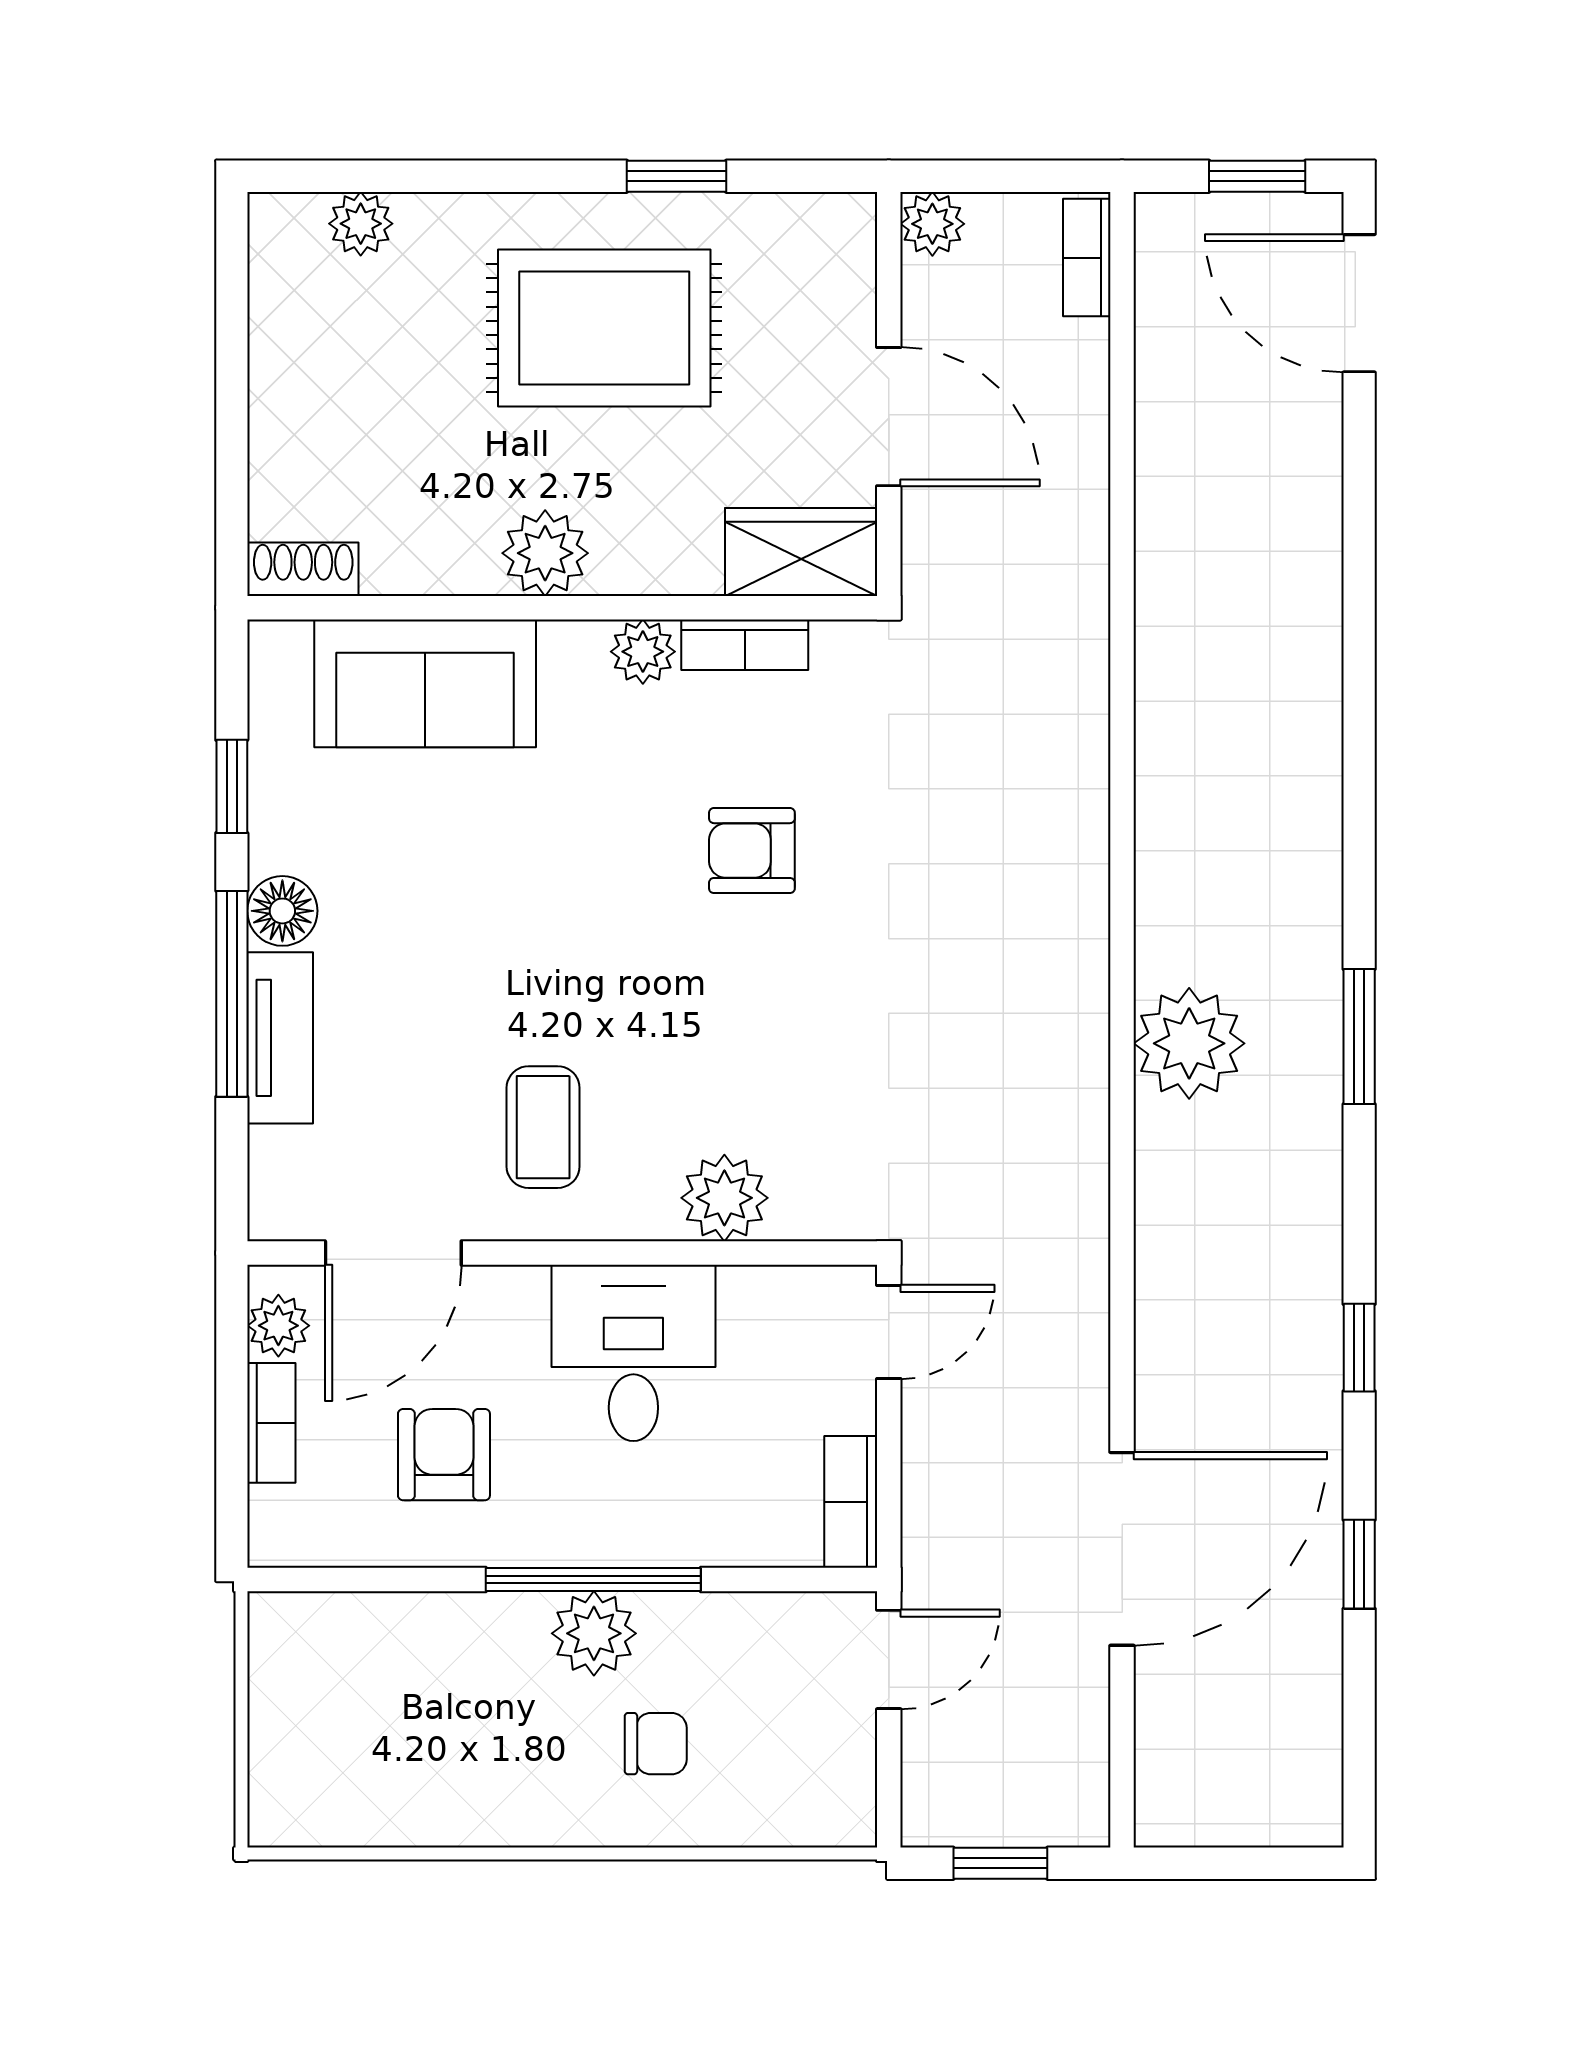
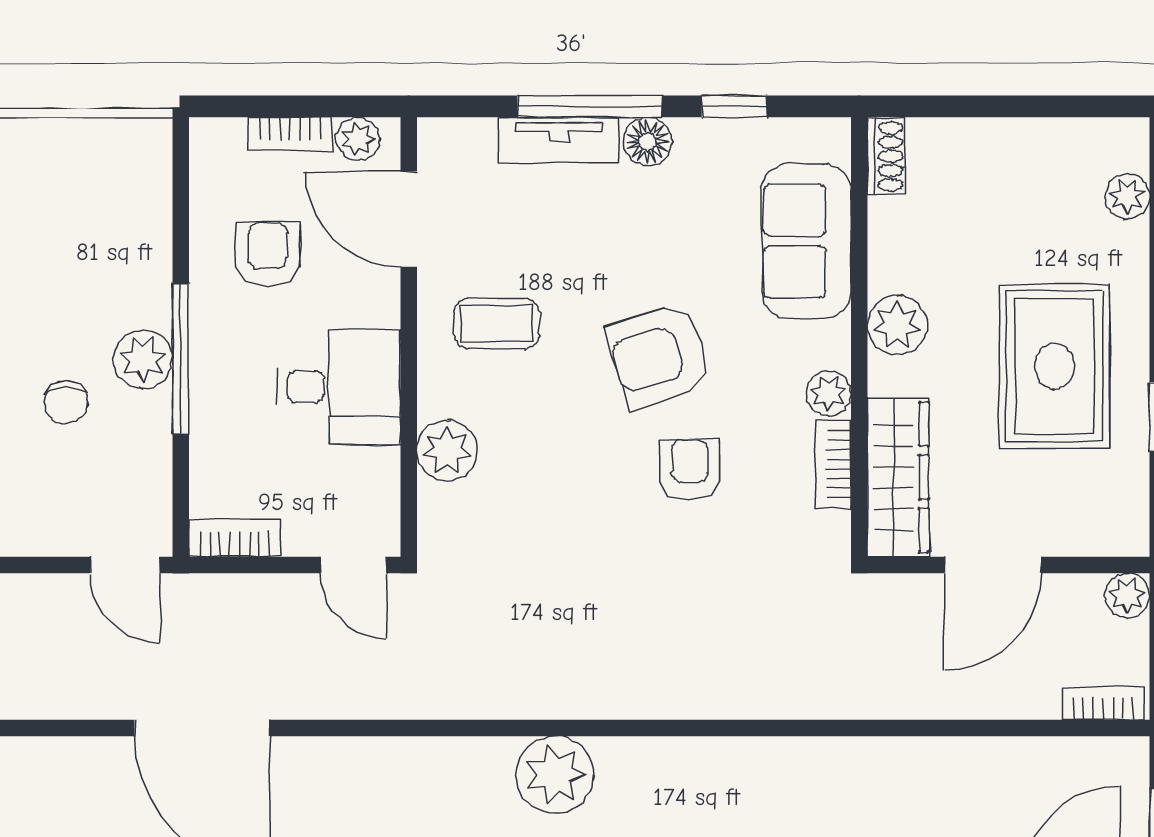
wardrobe: (801, 552) -> (898, 477), width x1.50
armchair: (589, 894) -> (660, 356), added
armchair: (444, 1455) -> (268, 254), turned -90

